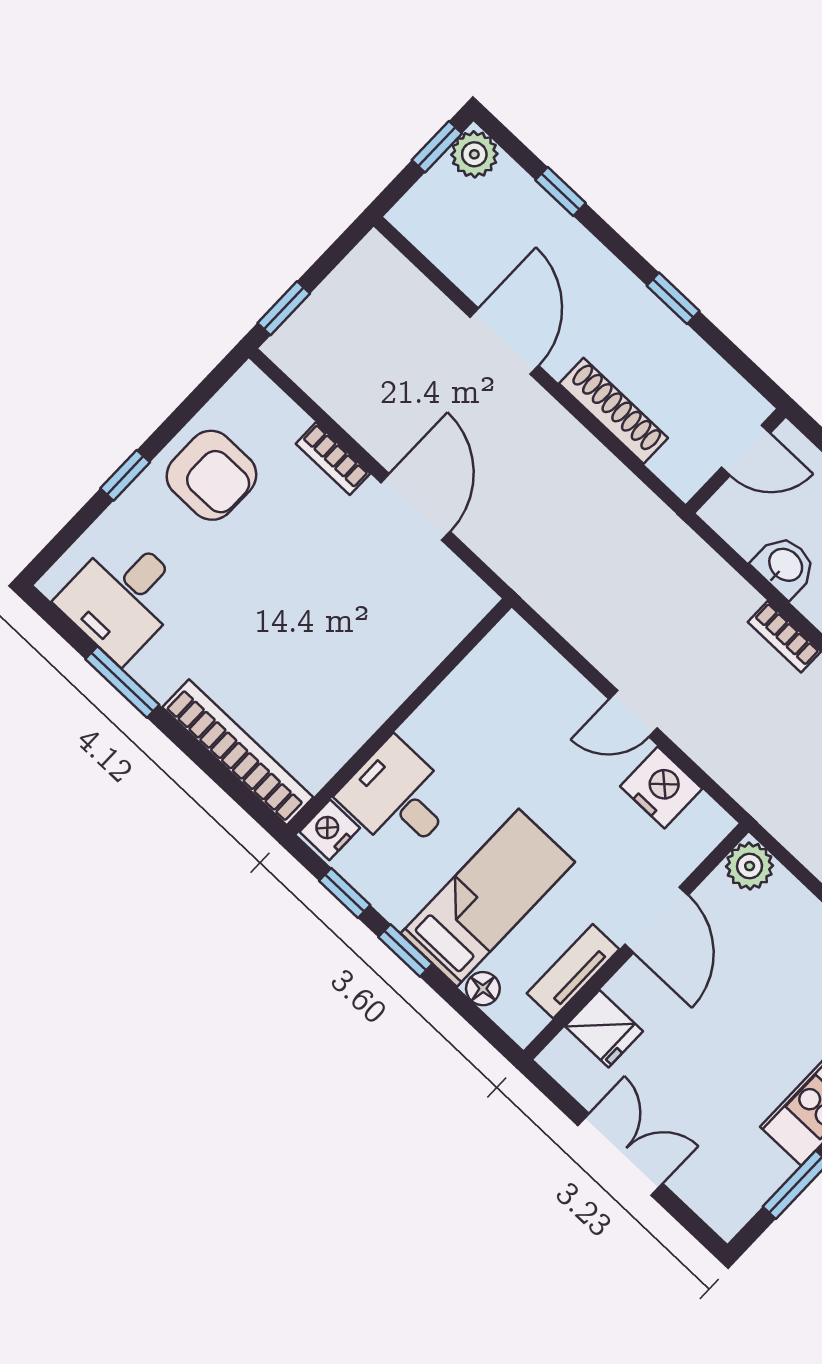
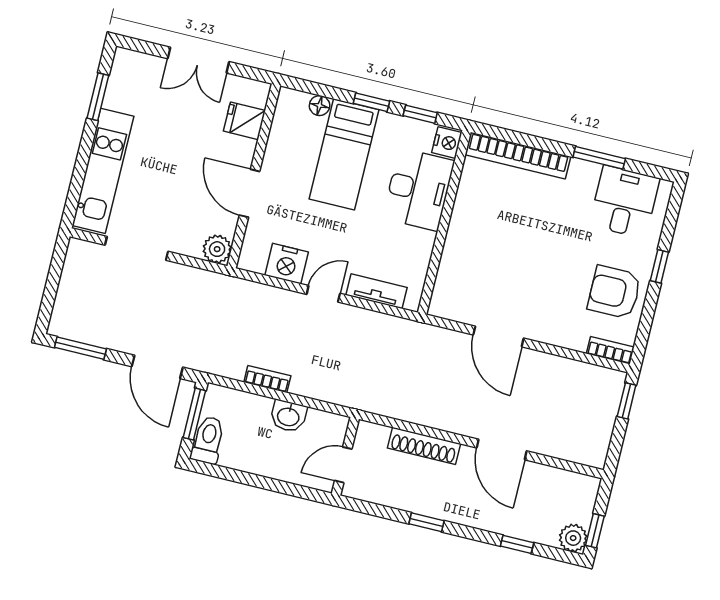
bookcase: (333, 459) -> (610, 350), moved
desk: (398, 798) -> (419, 189), width x1.37
tv unit: (573, 971) -> (377, 291), moved, turned -90

